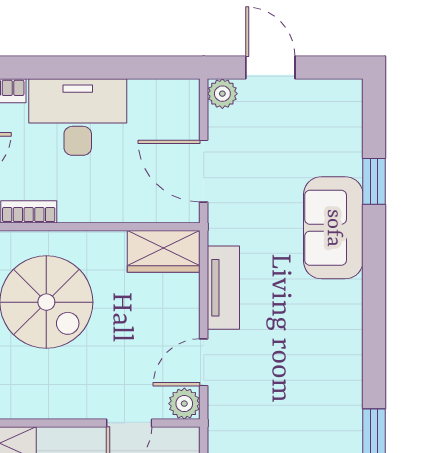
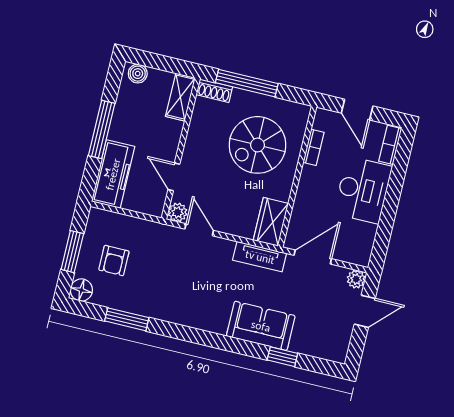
tv unit: (223, 288) -> (260, 257), moved

